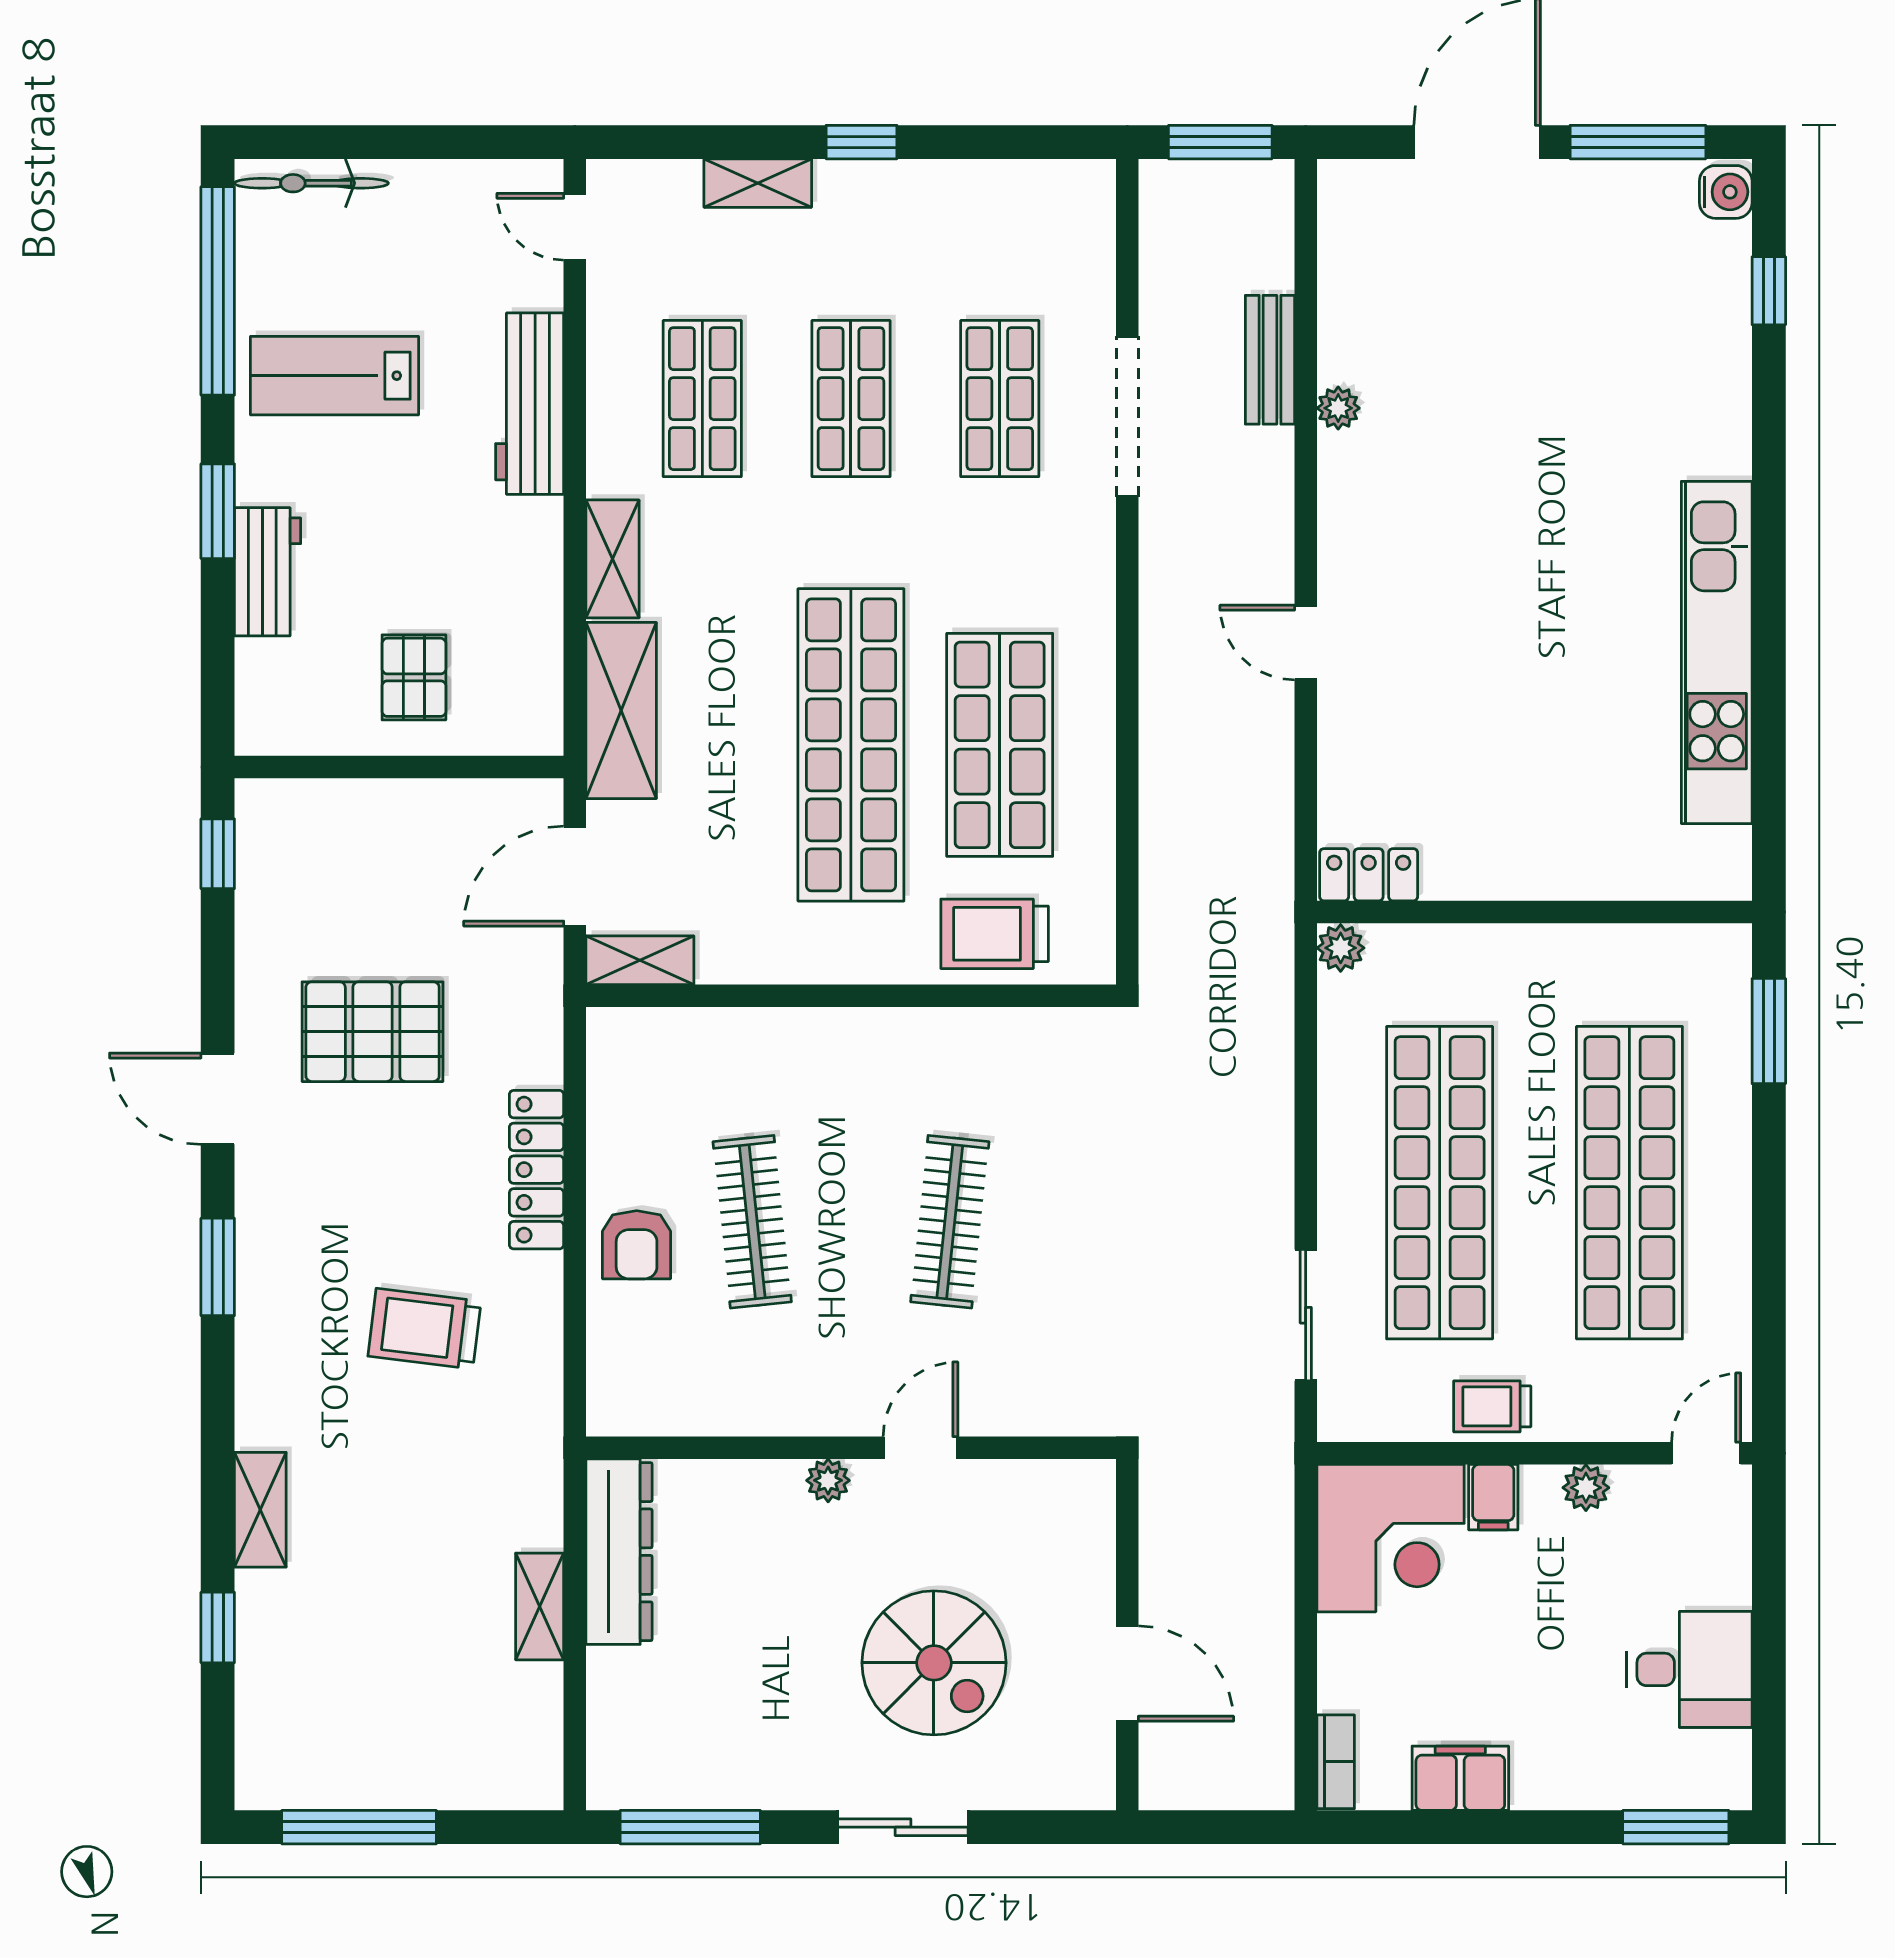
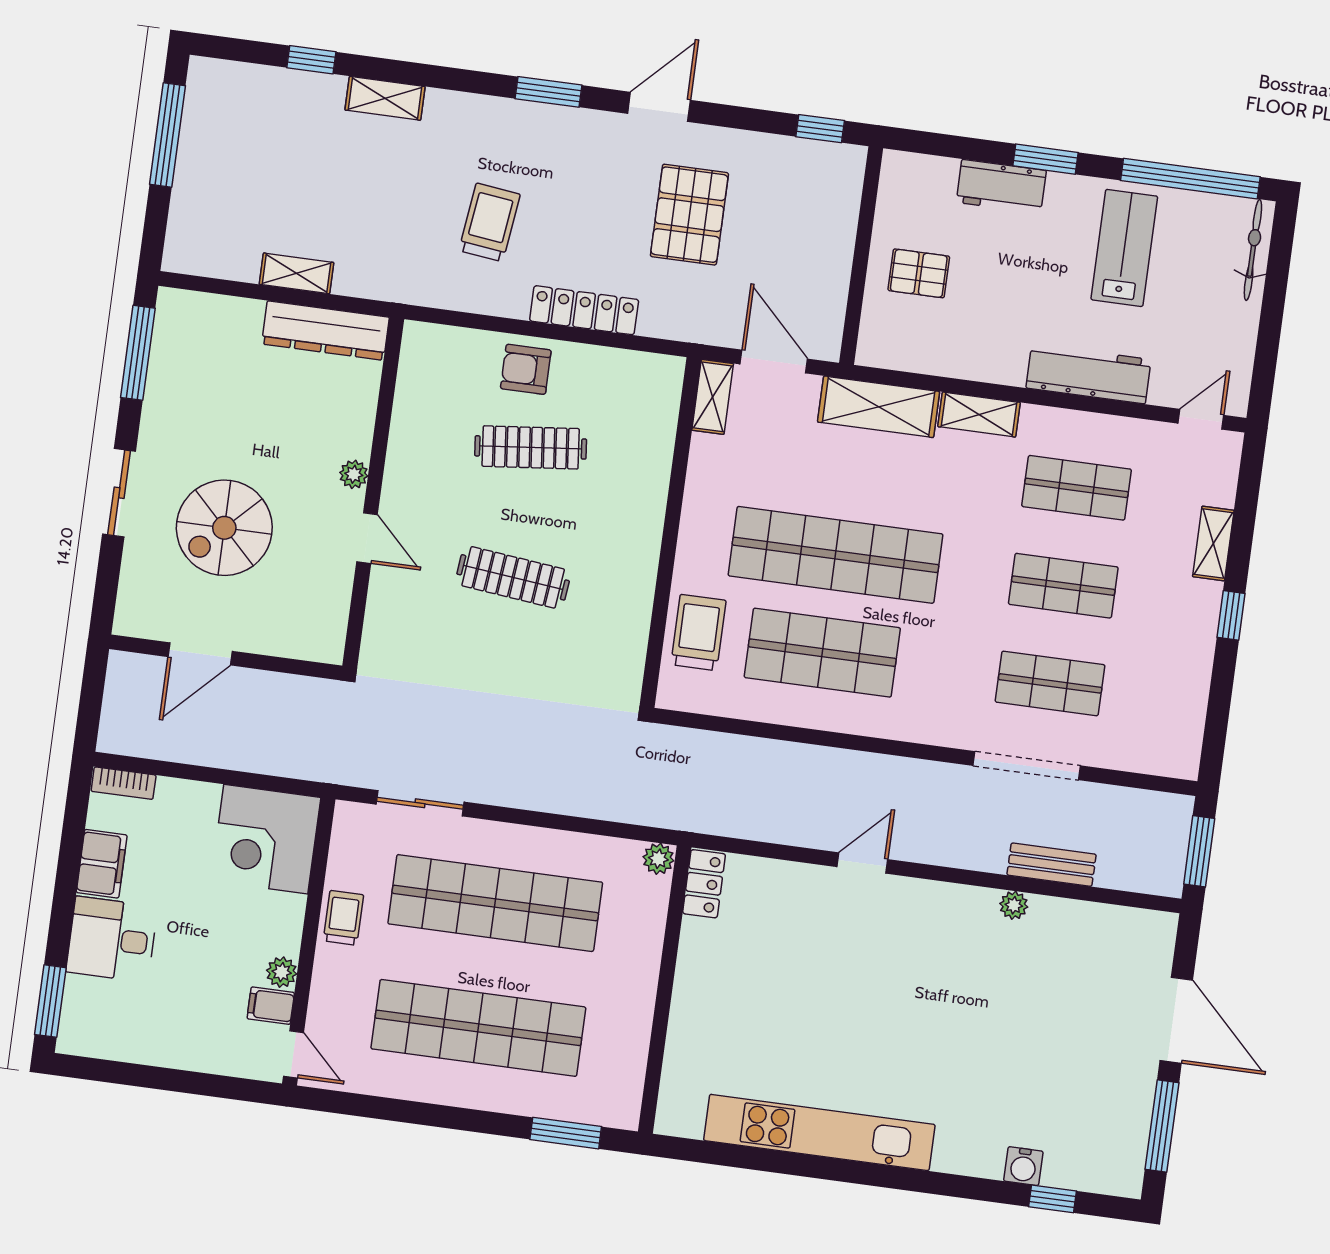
water cooler: (1726, 192) -> (1023, 1166), moved
filing cabinet: (1493, 1497) -> (271, 1006), moved
desk: (1689, 1669) -> (112, 939), moved, turned 90

